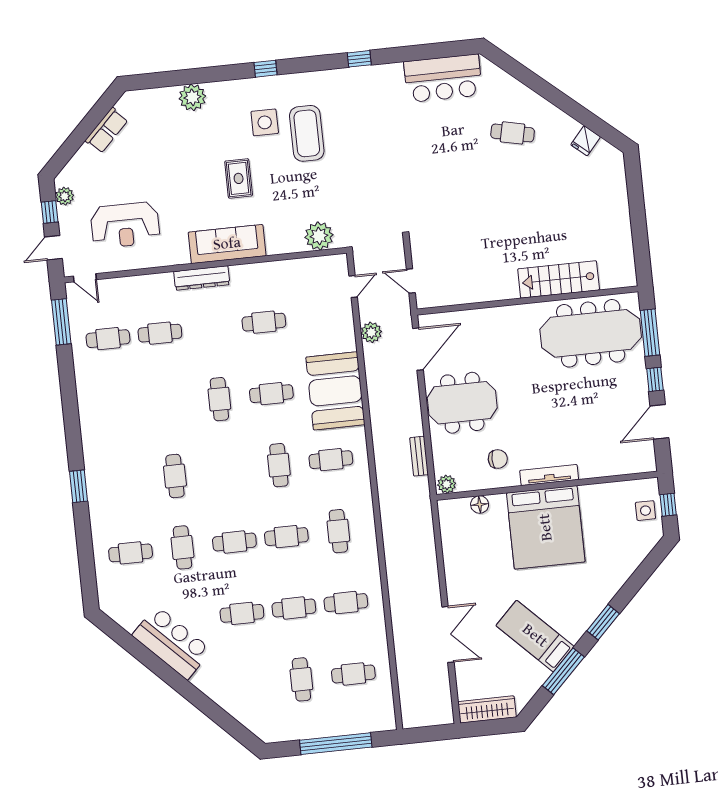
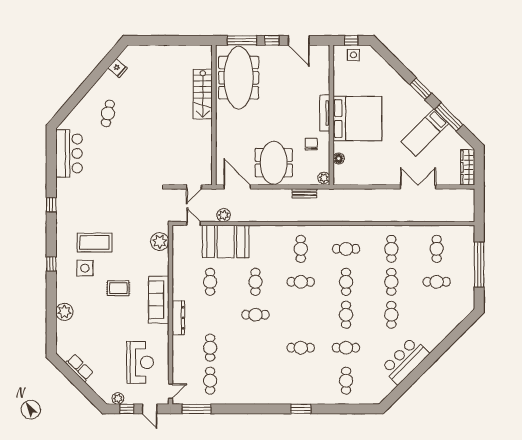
booth: (335, 391) -> (226, 241), moved

